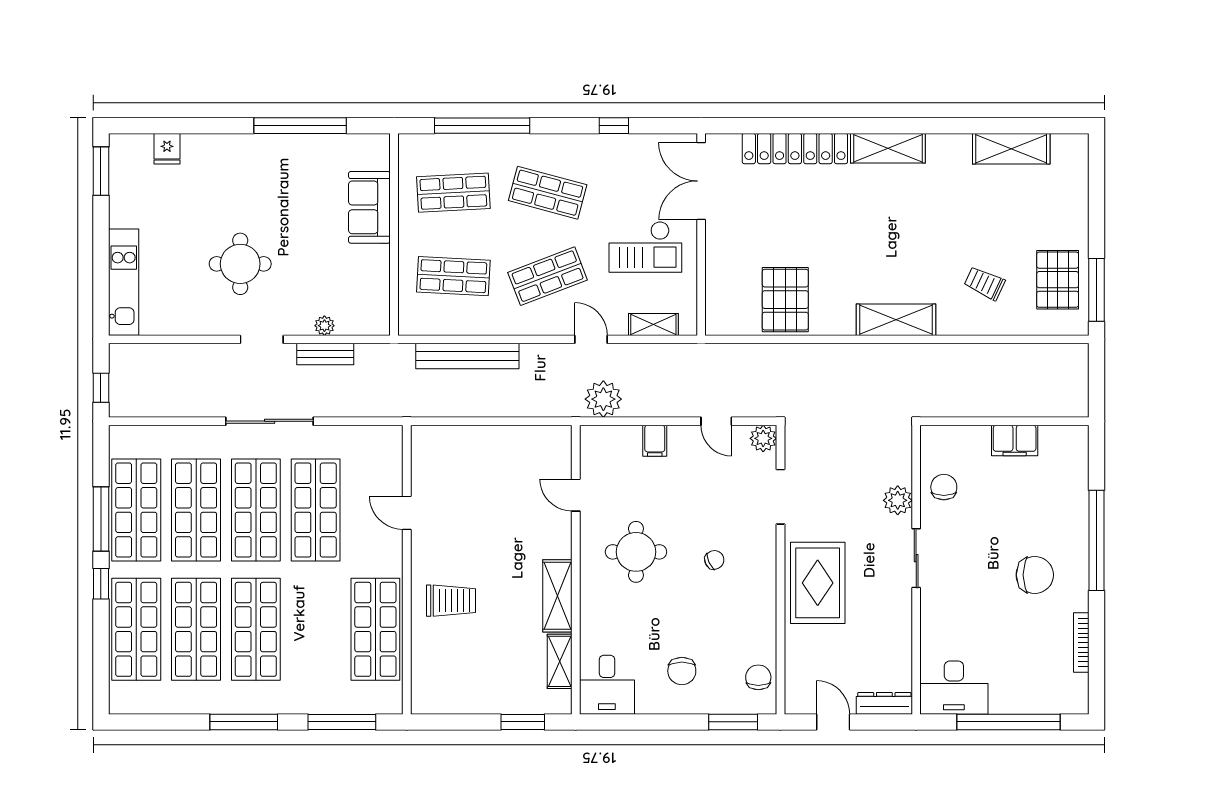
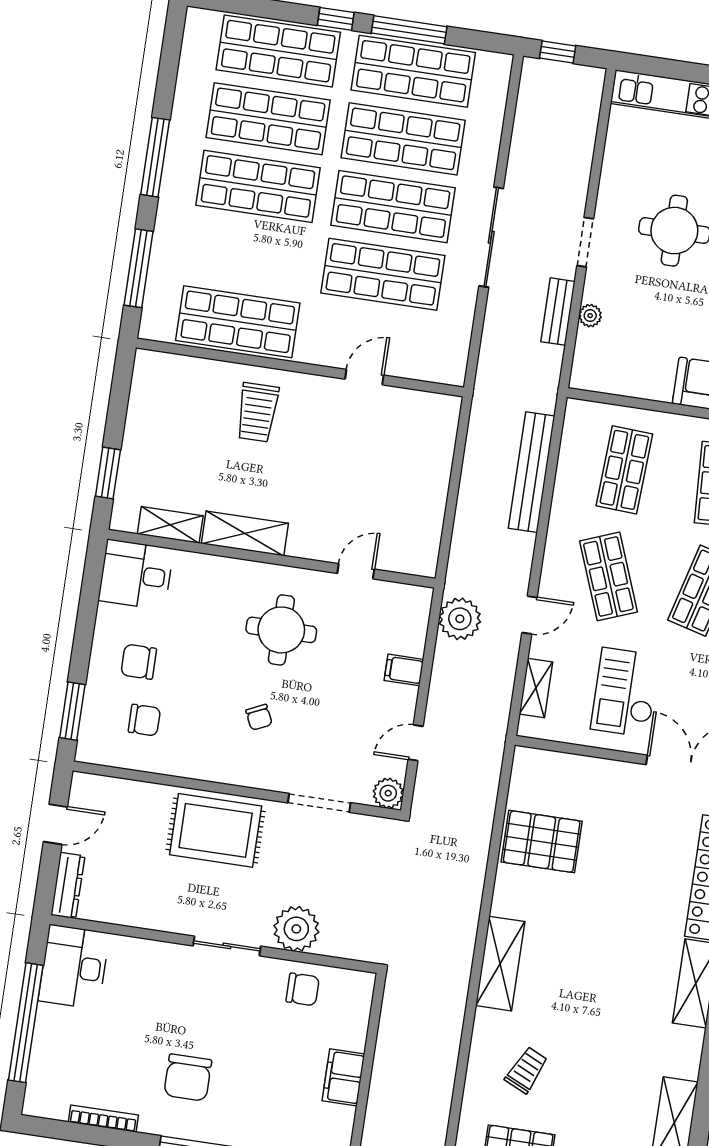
plant: (898, 500) -> (296, 929), width x1.36, depth x1.36
chair: (758, 677) -> (144, 720), moved

